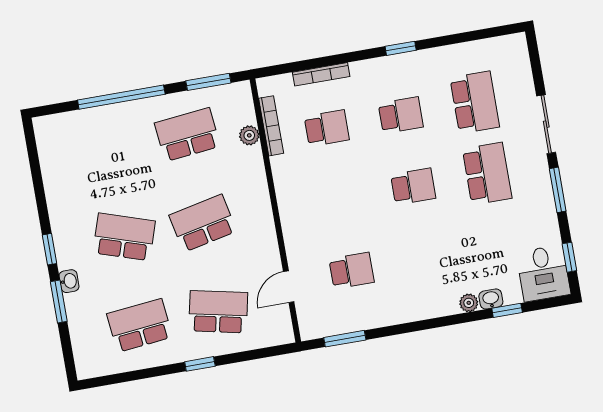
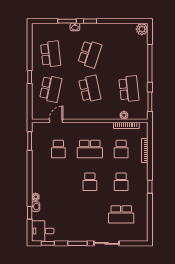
plant: (47, 129) -> (142, 29), added
school desk: (487, 174) -> (90, 149), moved
door: (289, 287) -> (56, 121), hinge flipped

